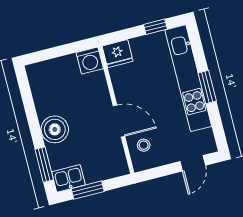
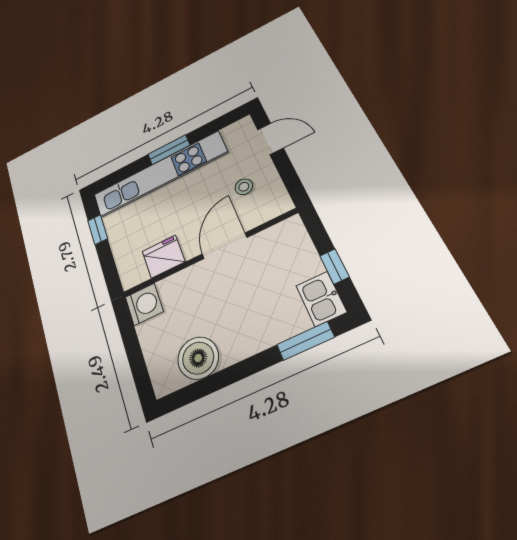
fridge: (118, 54) -> (164, 256), moved, turned -90
boiler: (55, 129) -> (198, 358), moved
stool: (144, 145) -> (244, 187), moved
window: (88, 190) -> (334, 266), width x0.67

